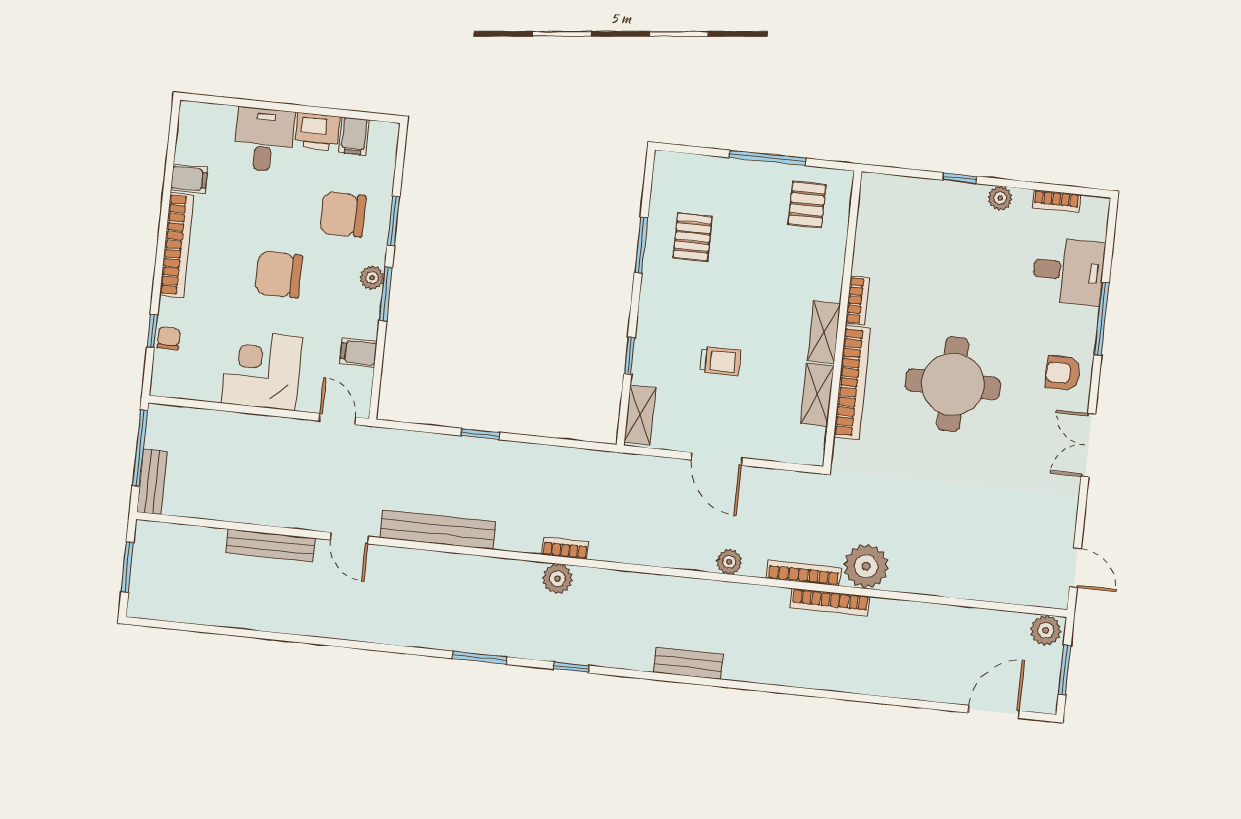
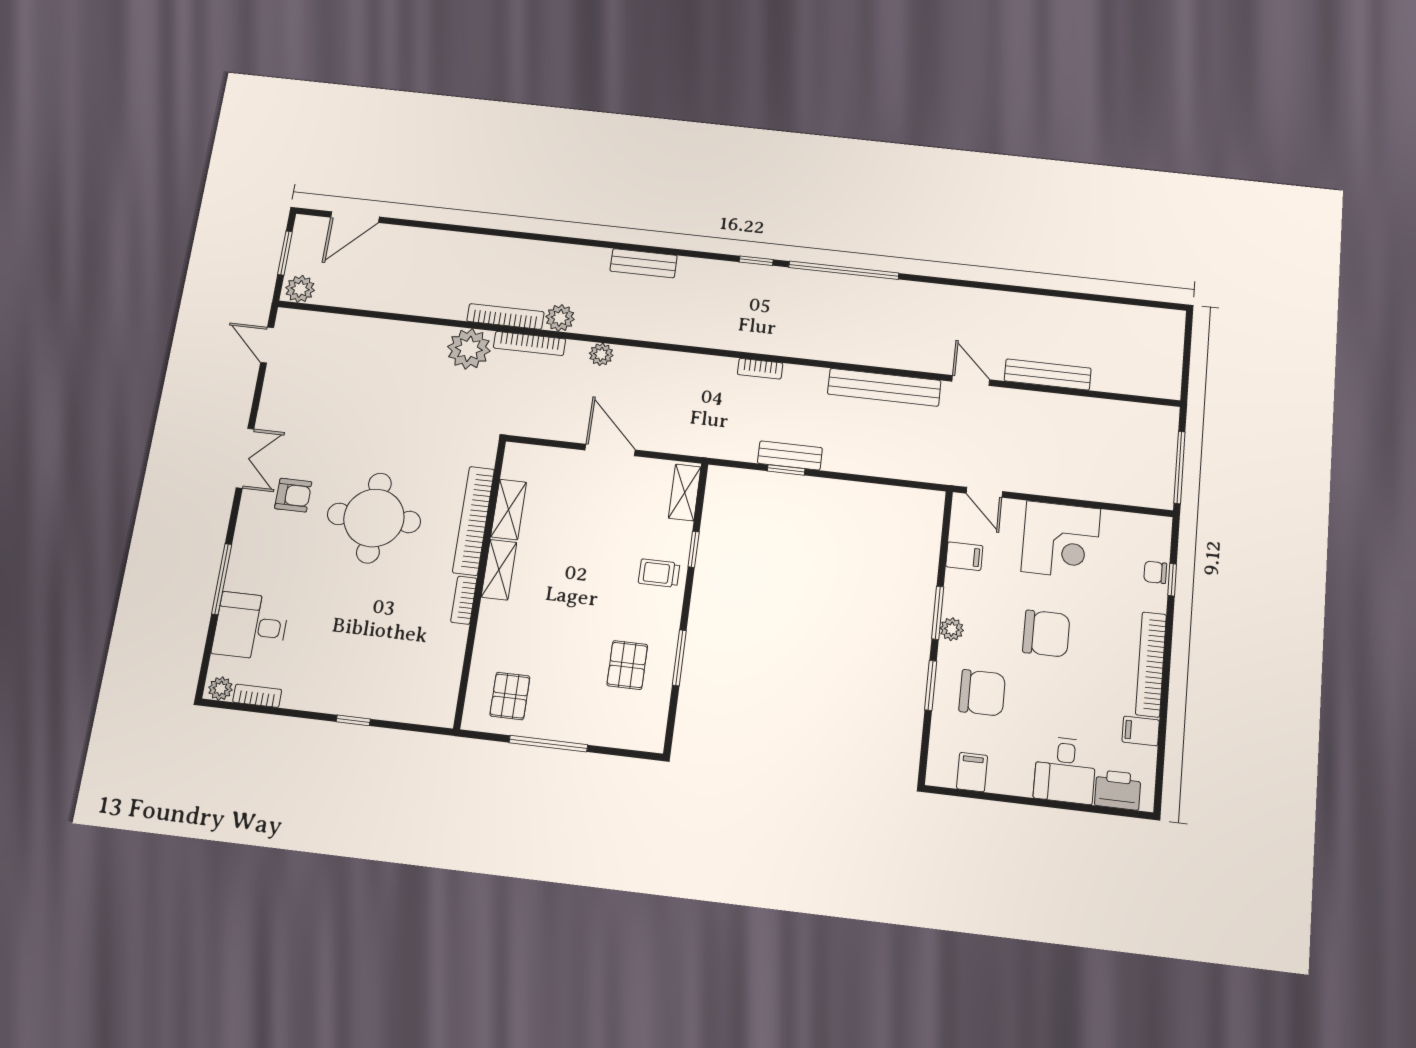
printer: (317, 132) -> (1118, 790), moved
plant: (1000, 198) -> (220, 689), moved
chair: (169, 338) -> (1155, 572), turned 90
trolley: (720, 361) -> (659, 573), moved
armchair: (1063, 373) -> (293, 495), moved
window: (480, 434) -> (786, 470), moved
bench: (152, 482) -> (790, 455), moved, turned 90
window: (127, 567) -> (1187, 356), removed
plant: (557, 579) -> (560, 318), moved
window: (480, 658) -> (844, 270), width x2.11

